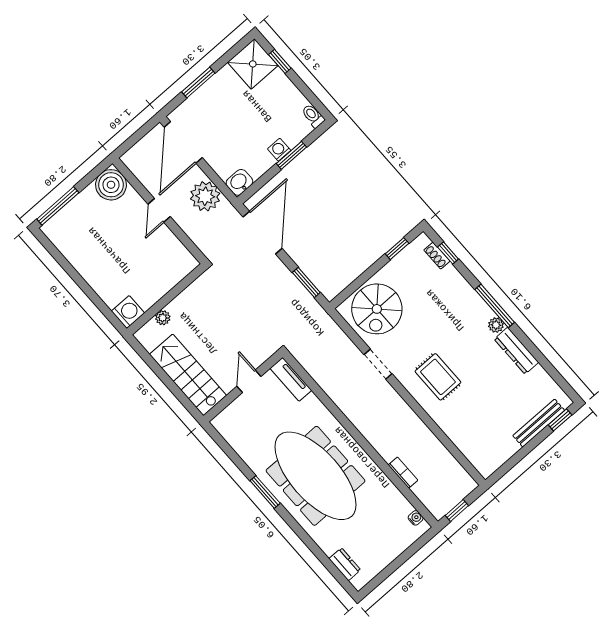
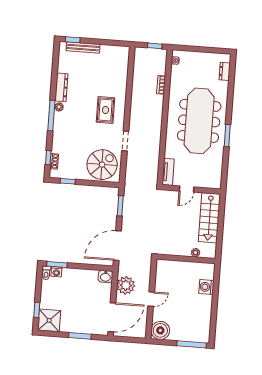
washing machine: (279, 150) -> (56, 272), moved
window: (291, 155) -> (57, 264), moved
washing machine: (128, 312) -> (206, 287), moved

